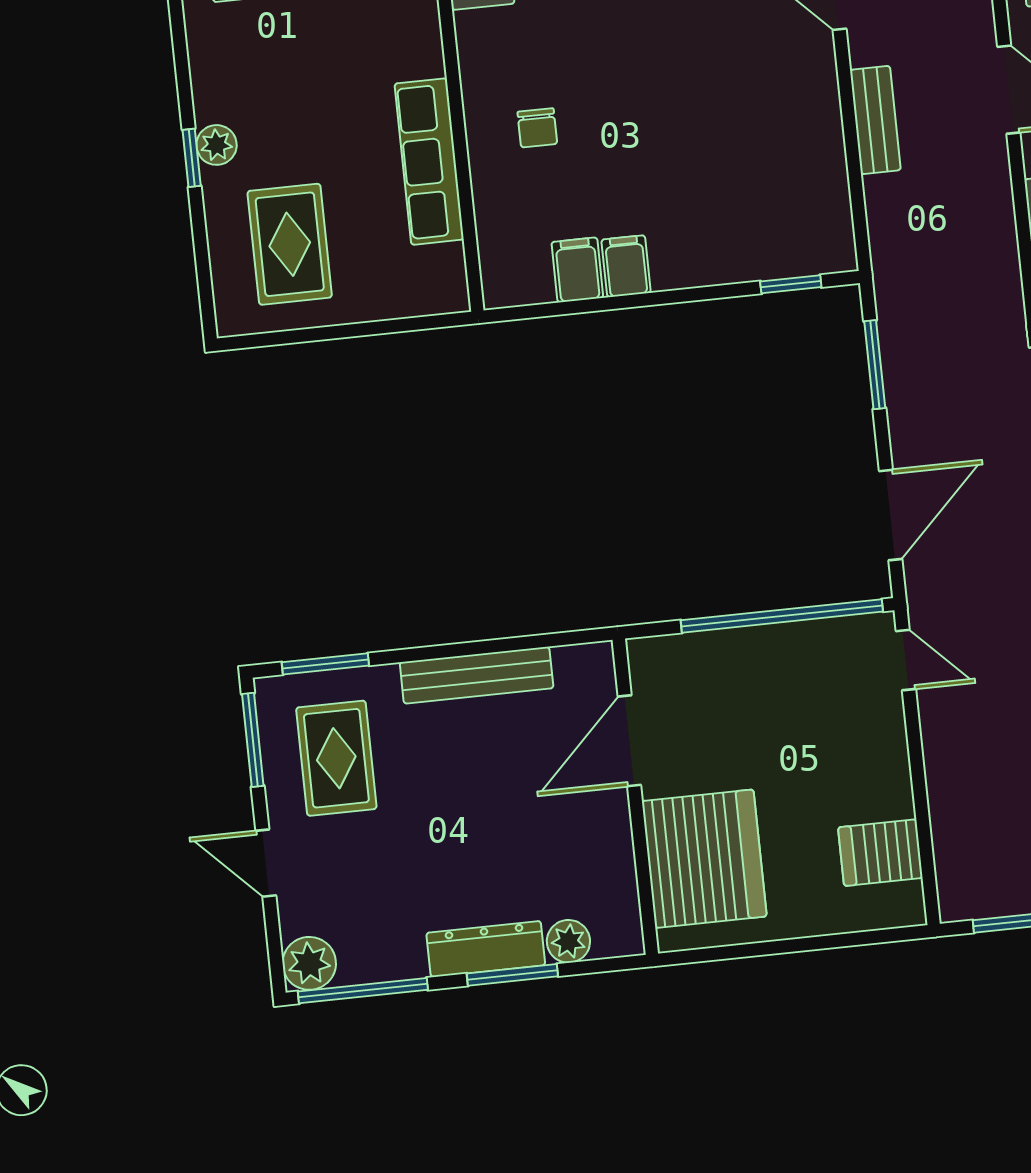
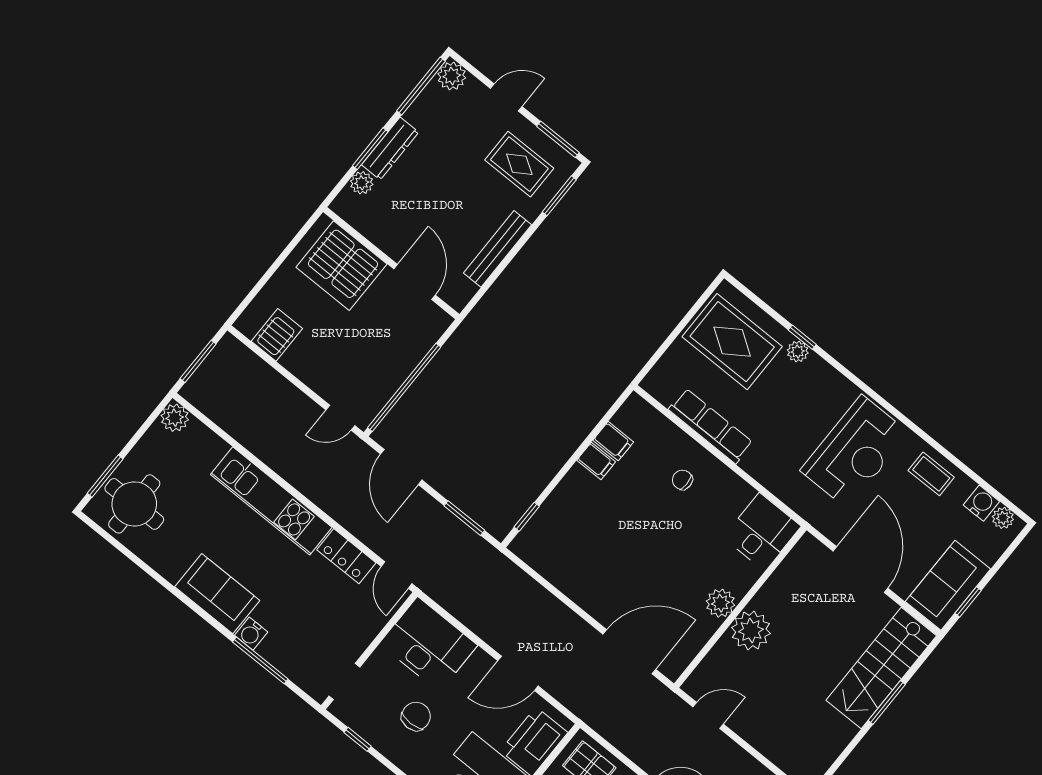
bench: (875, 120) -> (557, 611), removed
rug: (290, 244) -> (732, 342), width x1.36, depth x1.43

